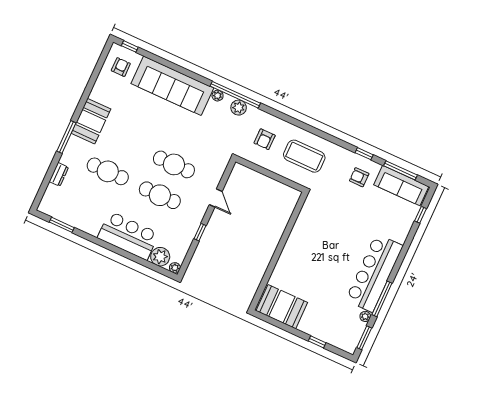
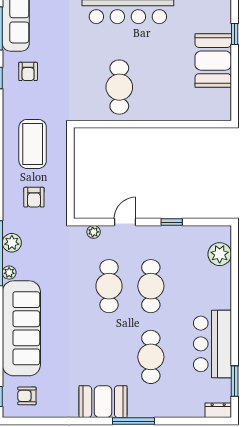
armchair: (265, 139) -> (34, 197), turned 90
dresser: (59, 174) -> (218, 410), moved
bar counter: (128, 236) -> (212, 344), moved
cafe table: (317, 239) -> (119, 87), added
plant: (175, 268) -> (94, 232), moved
booth: (282, 307) -> (213, 61), moved

